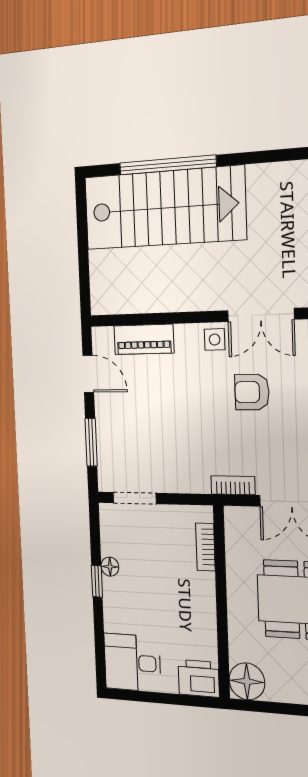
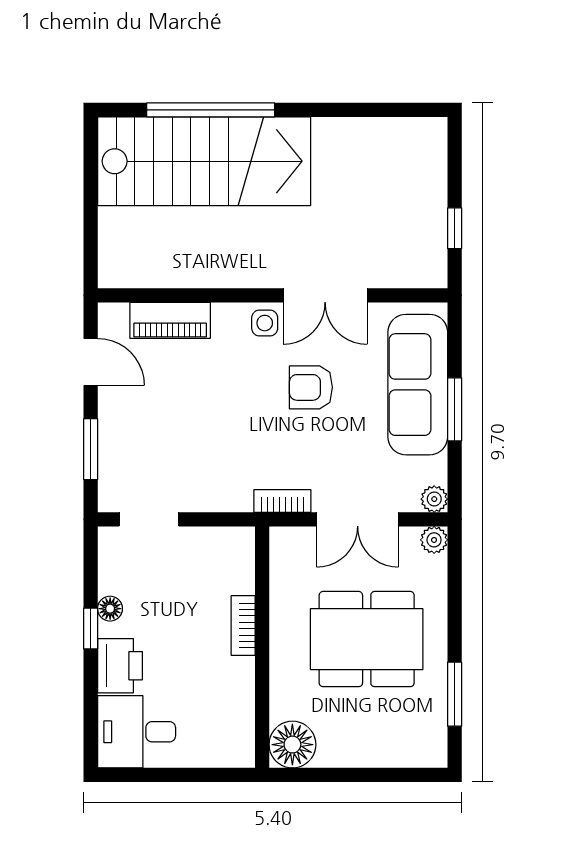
bookcase: (205, 547) -> (243, 626), moved
printer: (199, 678) -> (120, 666), moved, turned 90

